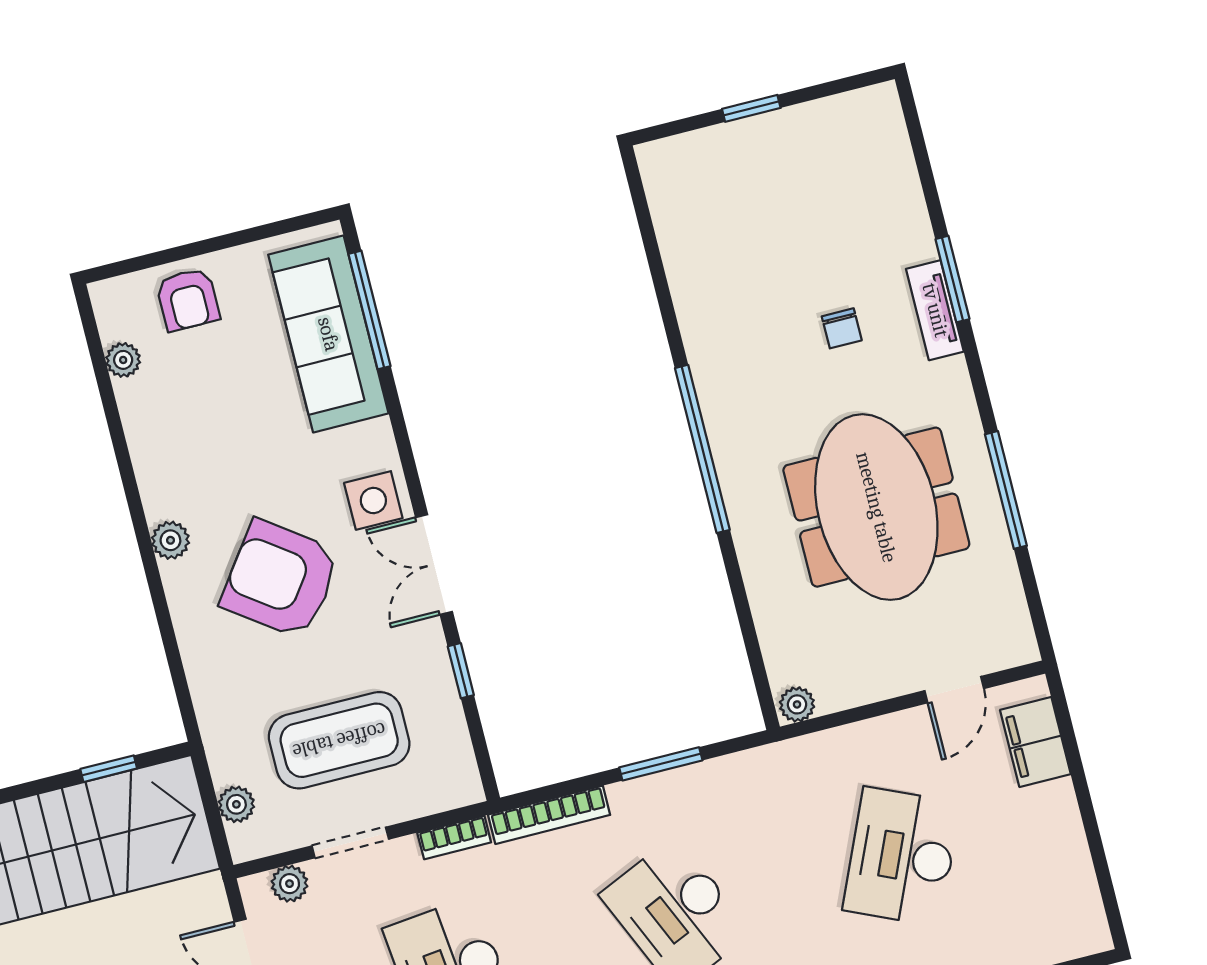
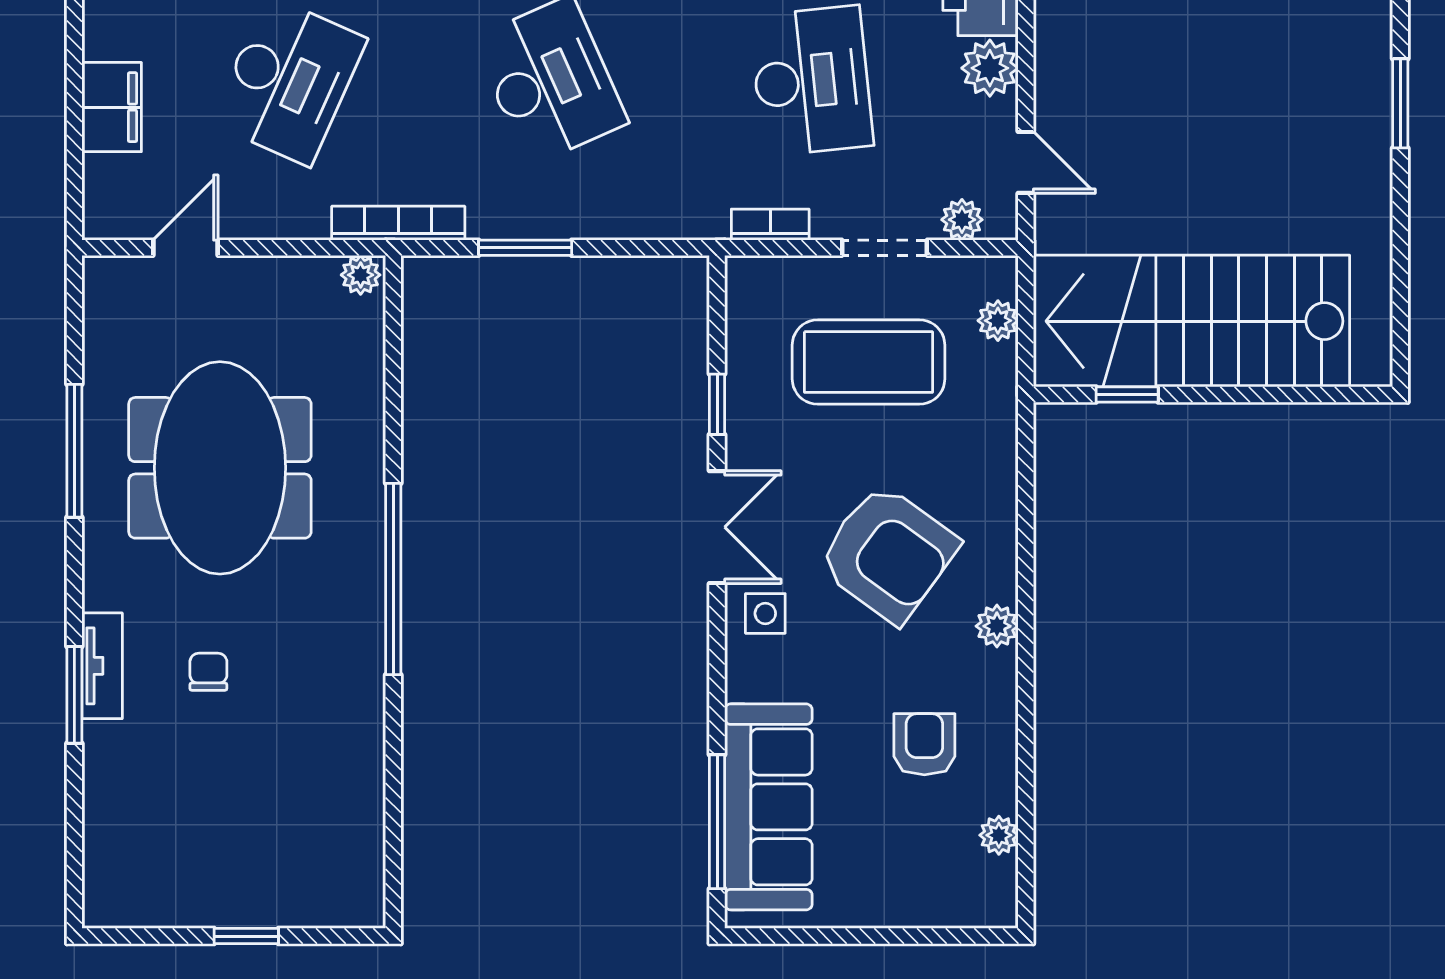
armchair: (188, 299) -> (924, 744), moved
side table: (373, 500) -> (765, 613), width x0.73, depth x0.73
filing cabinet: (1035, 742) -> (112, 107), moved
bookcase: (549, 815) -> (398, 223), moved

